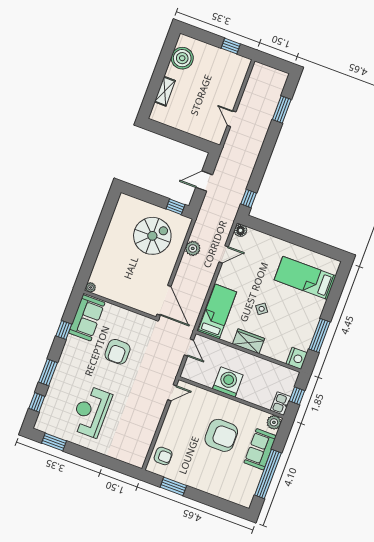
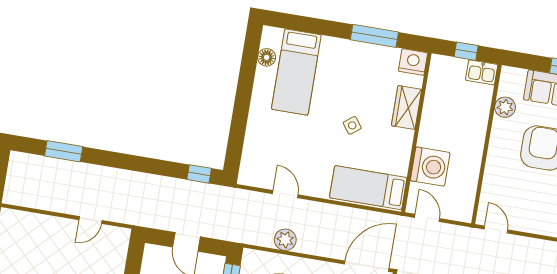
floor lamp: (240, 230) -> (267, 57), moved
wardrobe: (248, 341) -> (407, 108), moved
door: (189, 348) -> (427, 218), hinge flipped
washing machine: (228, 382) -> (430, 167), moved, turned 180
plant: (274, 422) -> (505, 107), moved

